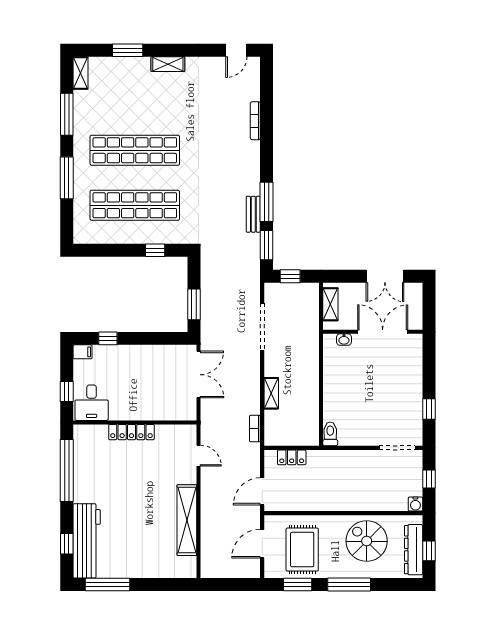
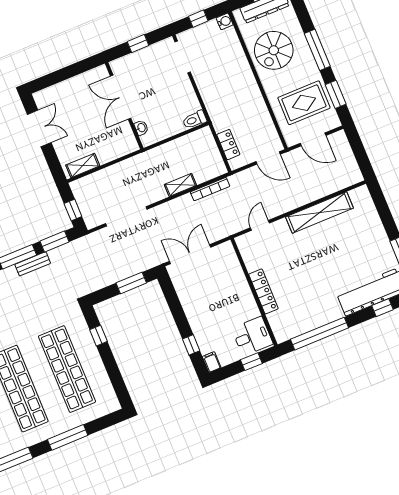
wall: (373, 332) -> (124, 106), moved
double door: (383, 332) -> (121, 97), moved
washbasin: (344, 340) -> (141, 128), moved
bookcase: (255, 429) -> (210, 189), width x1.56

